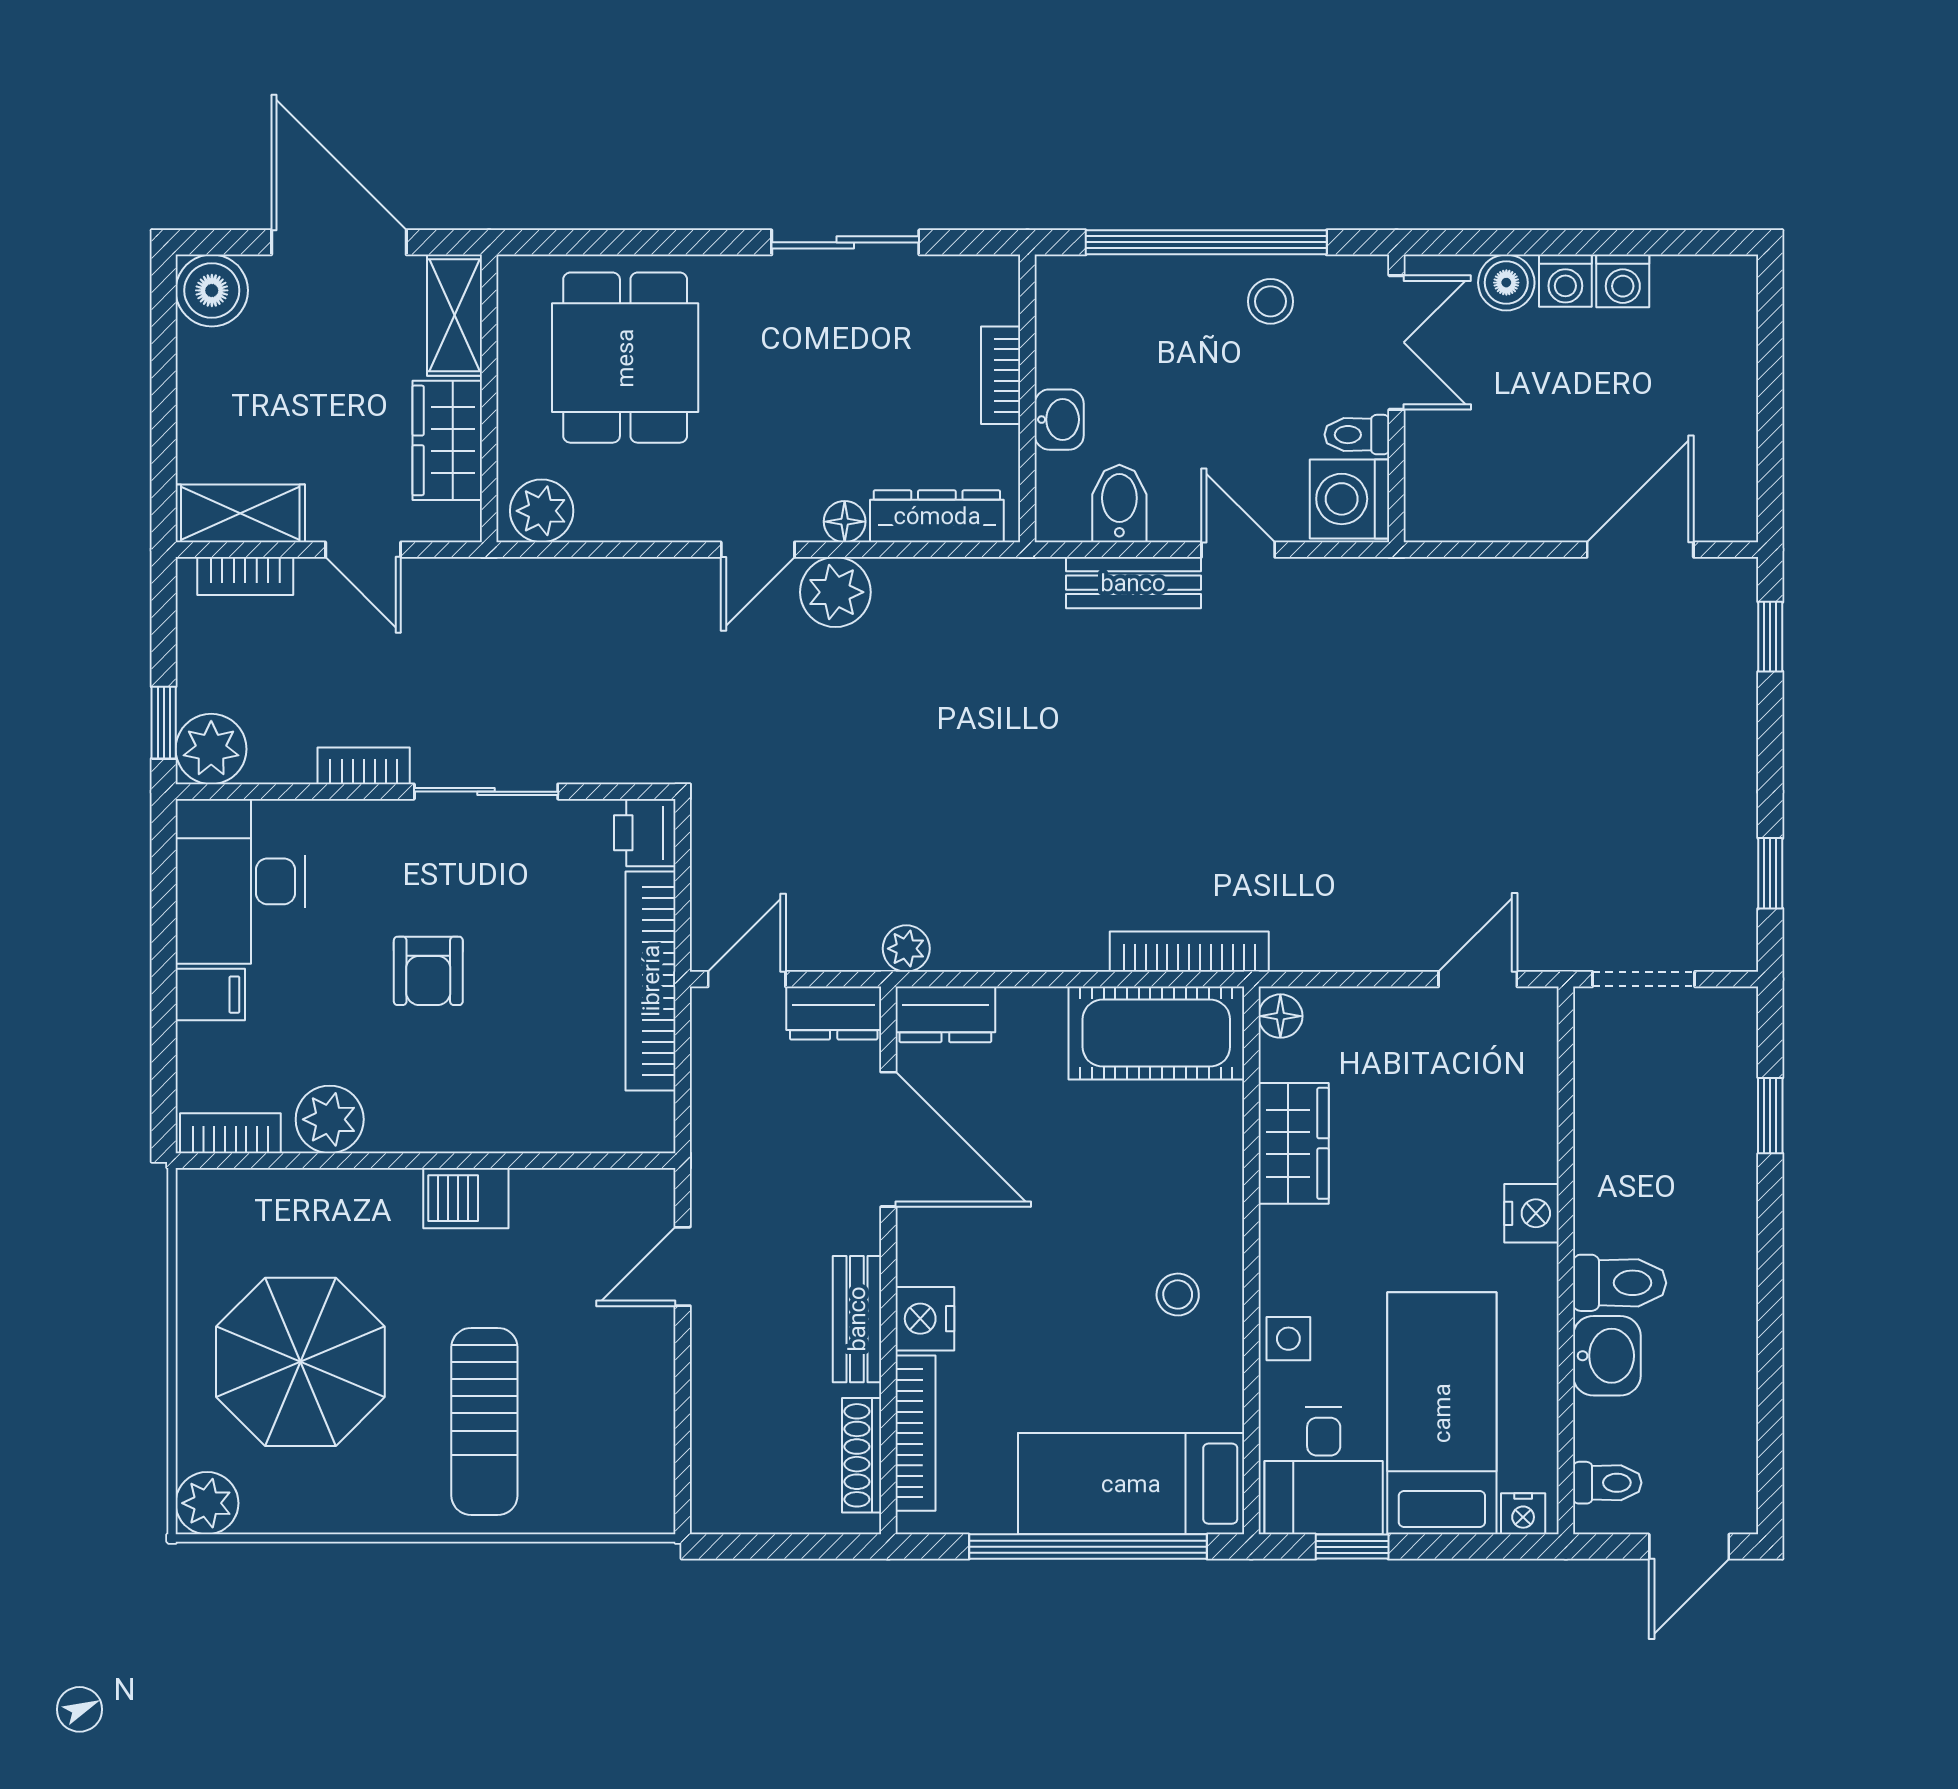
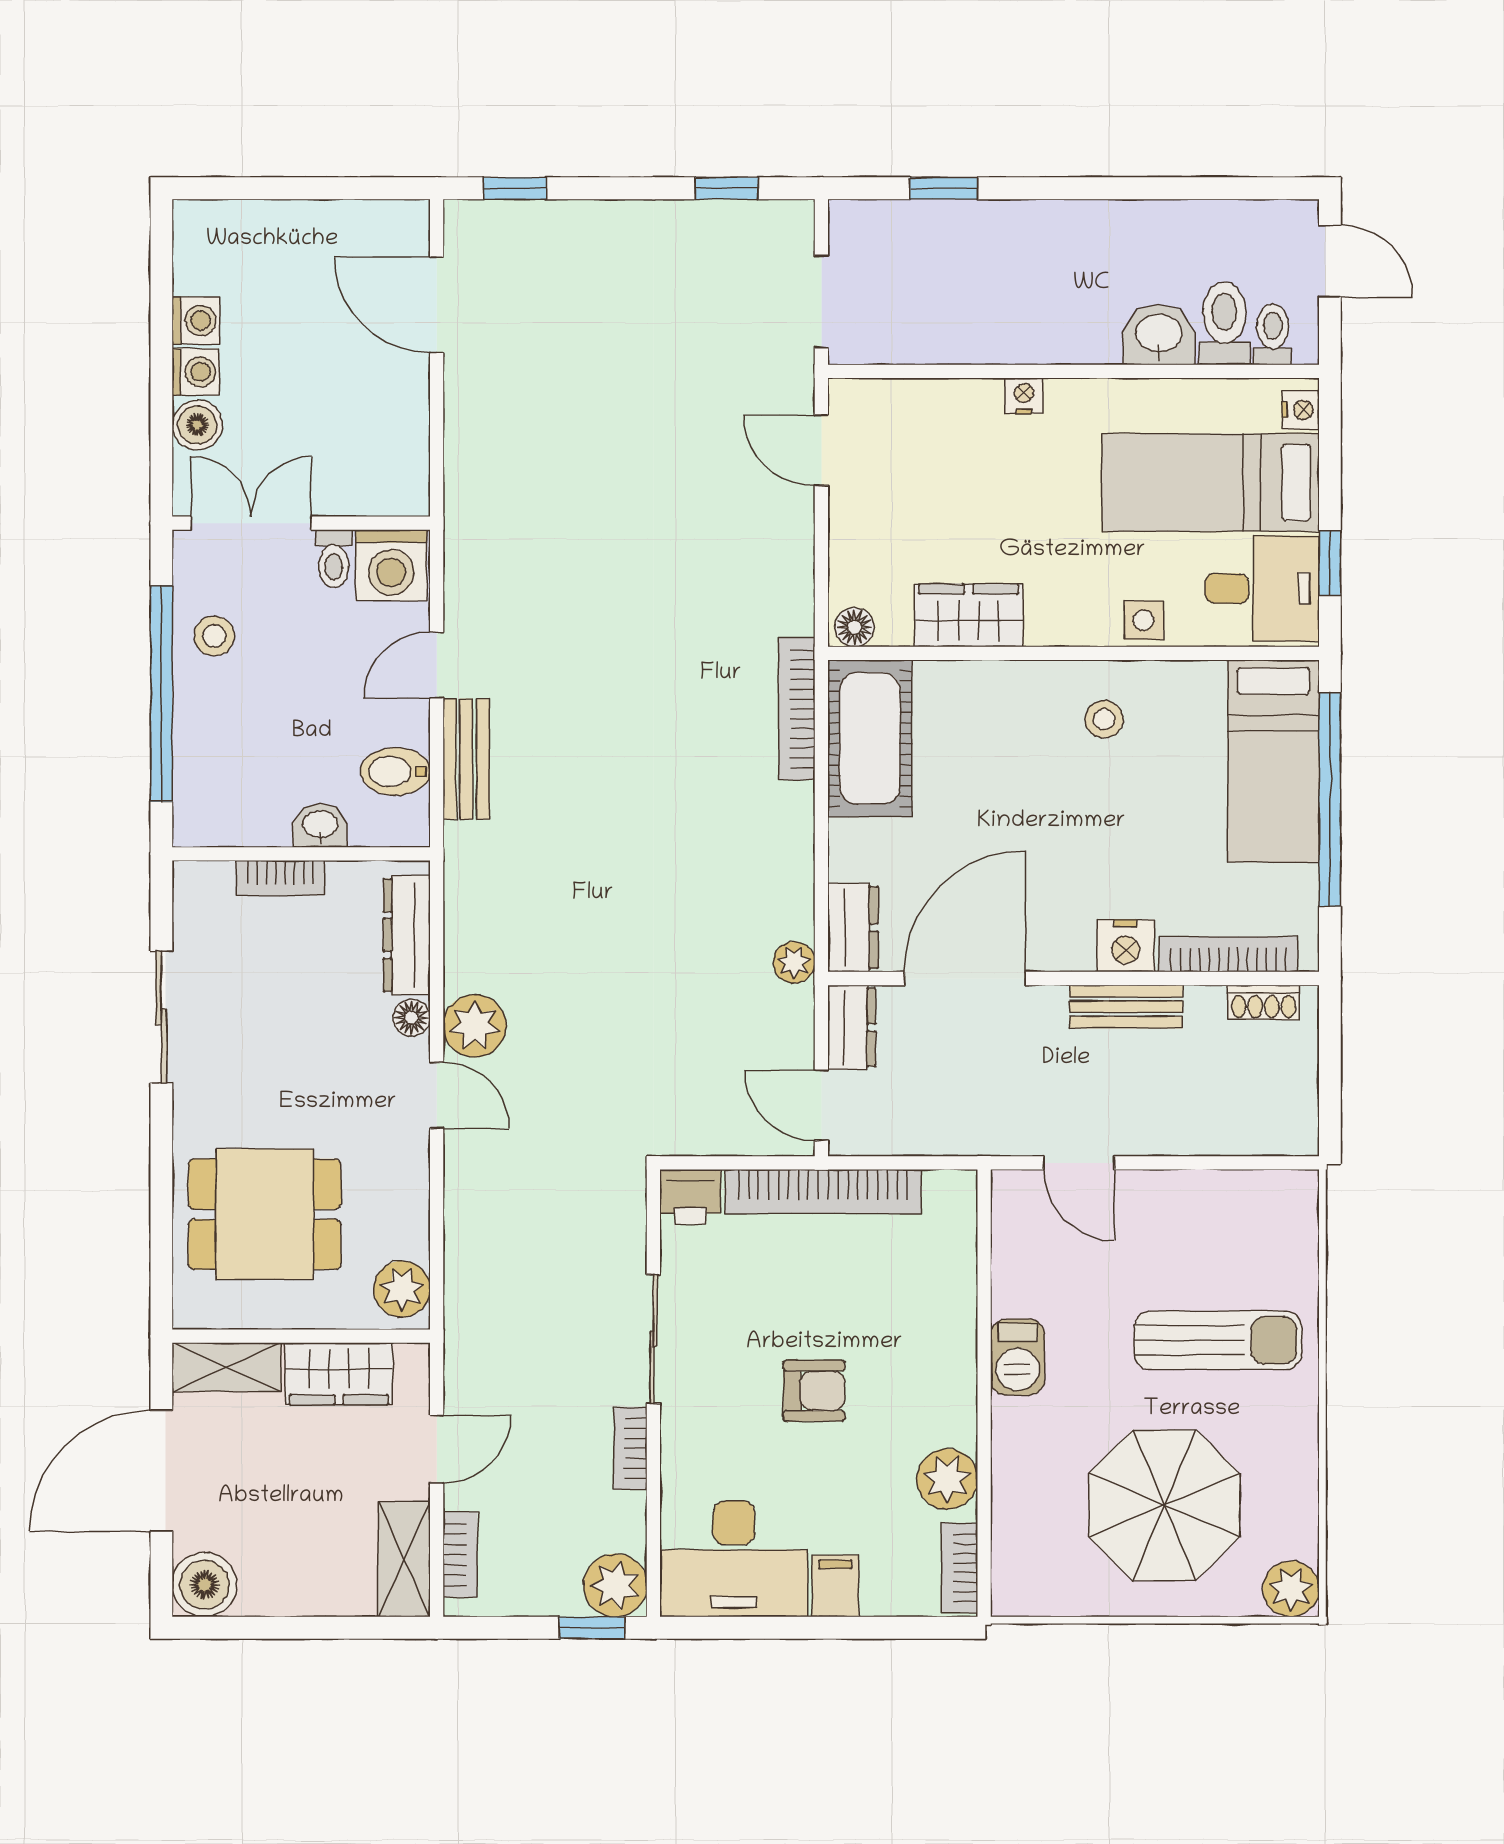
nightstand: (1532, 1213) -> (1024, 396), width x0.72, depth x0.74
toilet: (1620, 1283) -> (1224, 323), moved
shoe rack: (862, 1455) -> (1264, 1002), width x0.70

